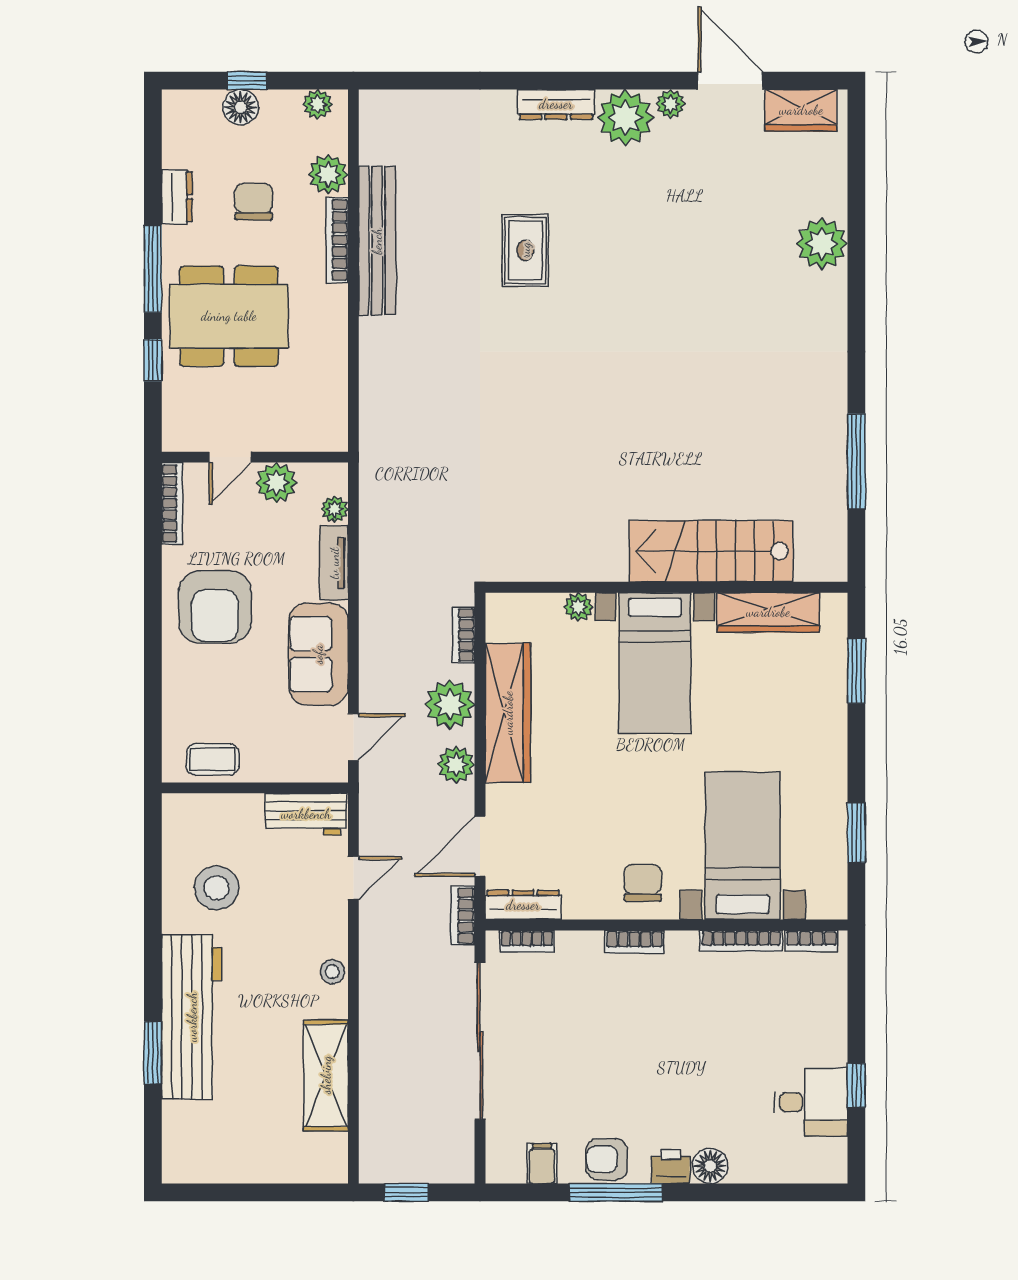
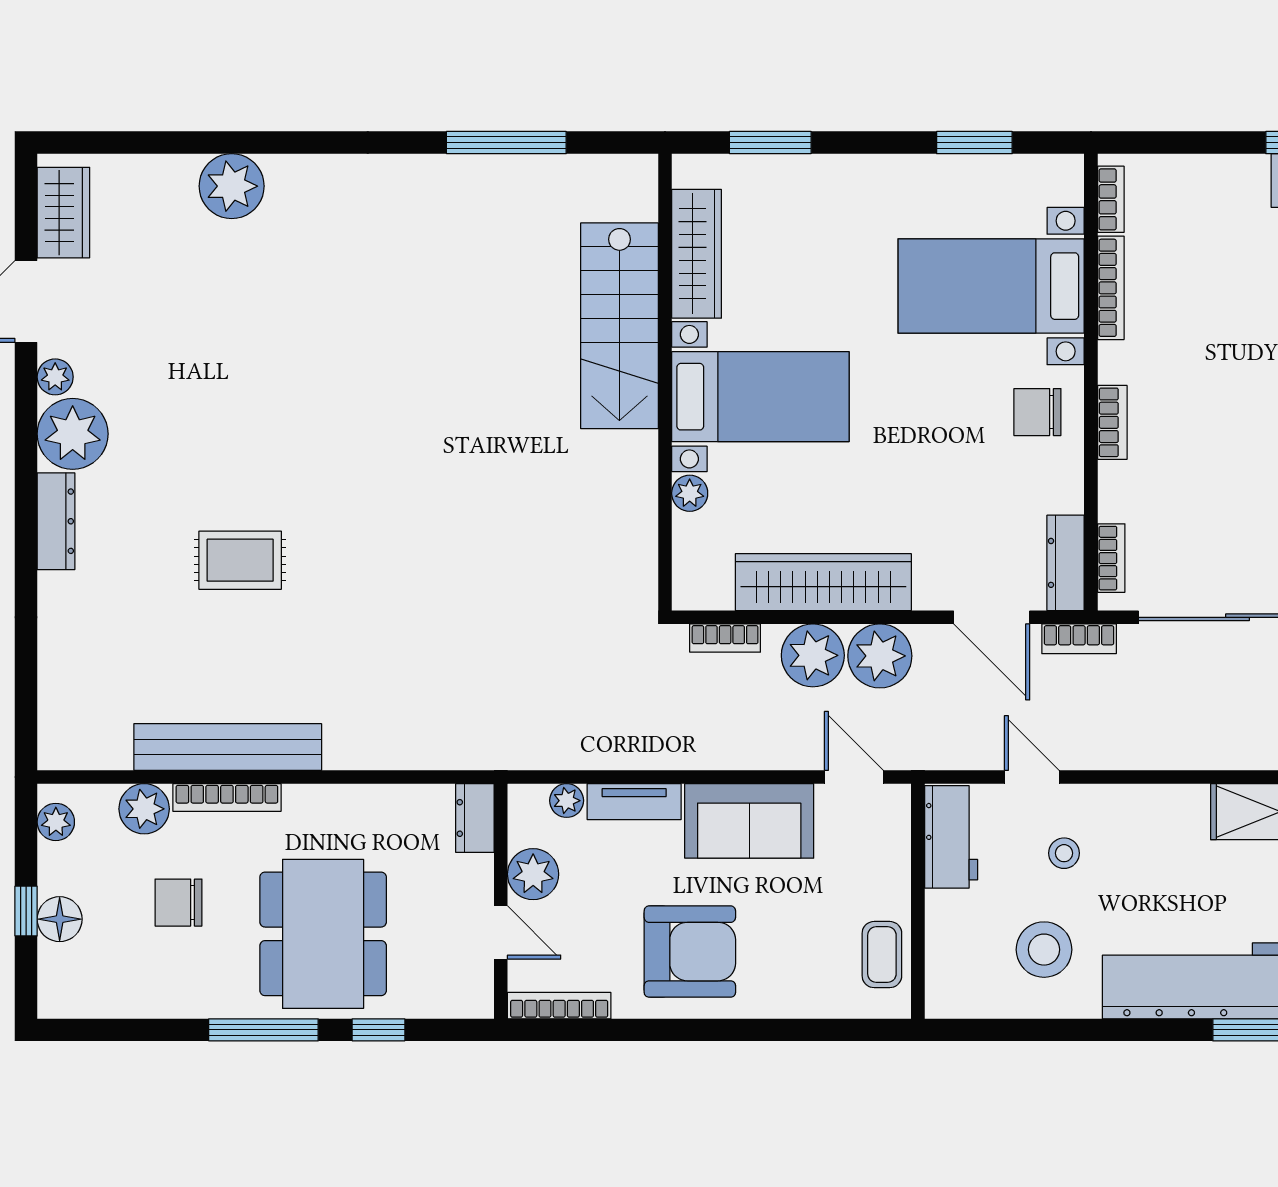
dresser: (177, 197) -> (475, 818), moved, turned -90
plant: (456, 764) -> (880, 656), width x1.36, depth x1.36
stool: (332, 972) -> (1064, 853), moved

